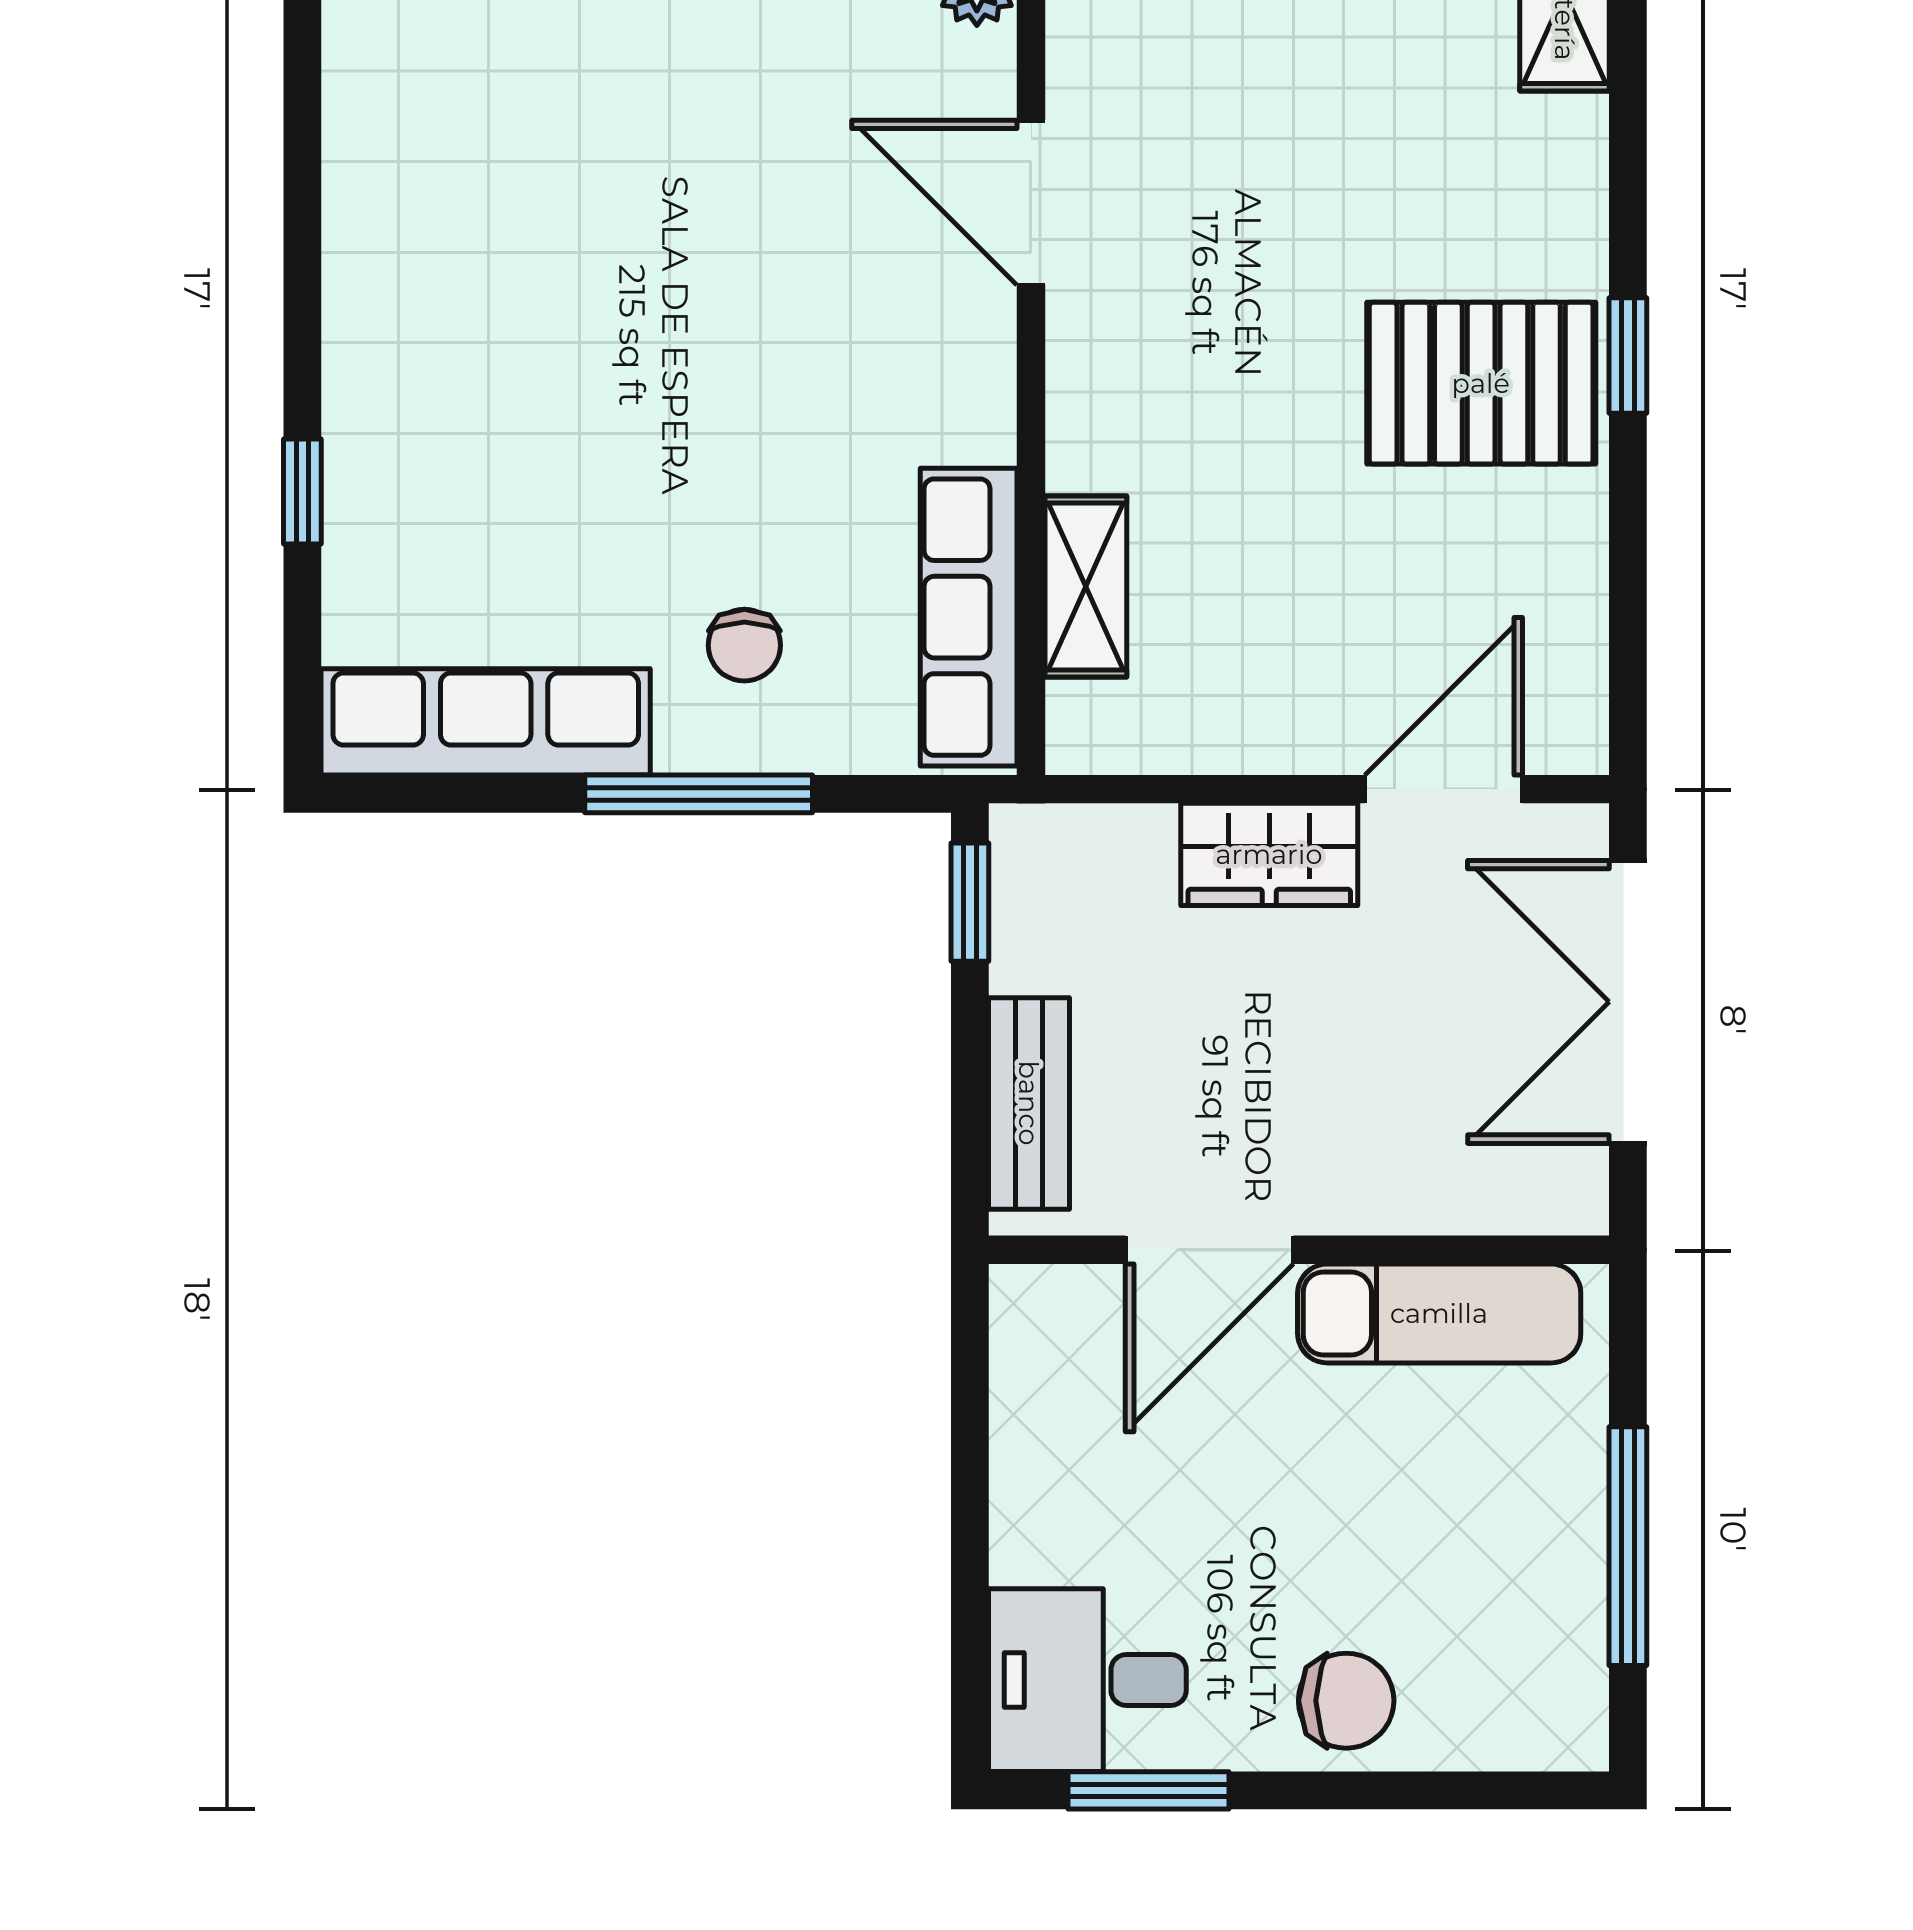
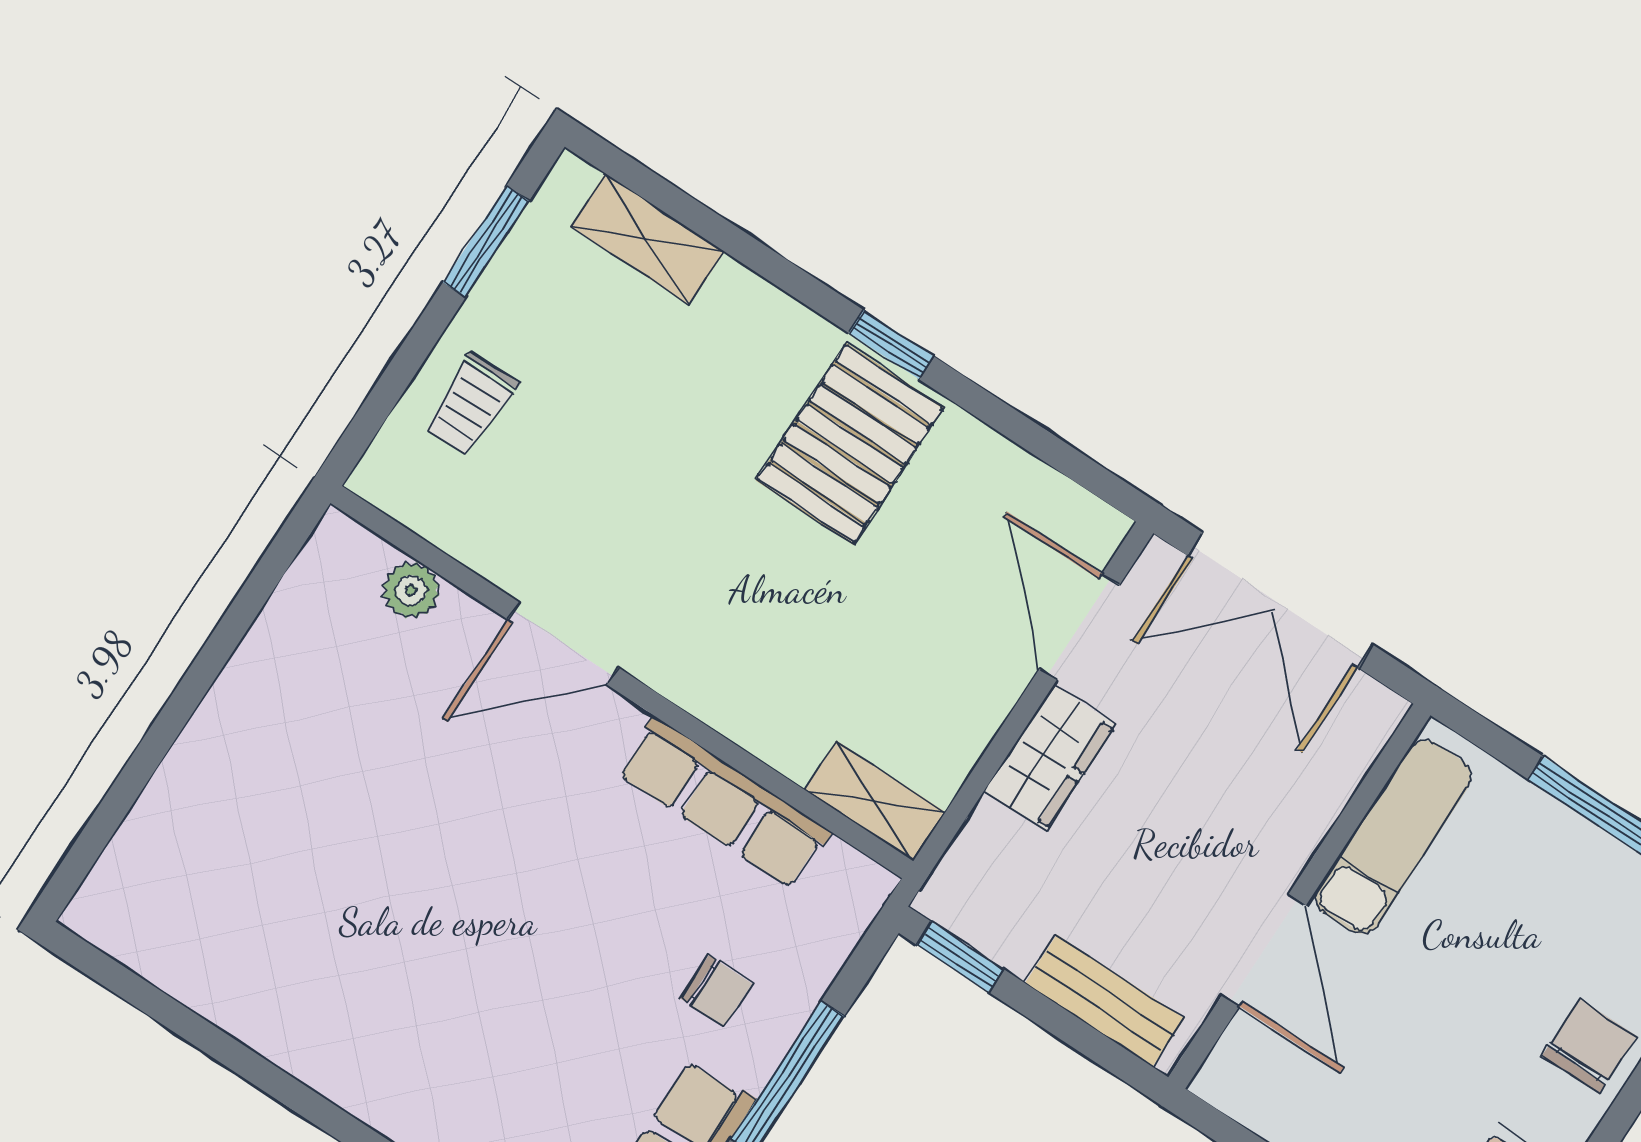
shelving: (1086, 587) -> (875, 801), moved
row of seats: (969, 617) -> (724, 803), moved

